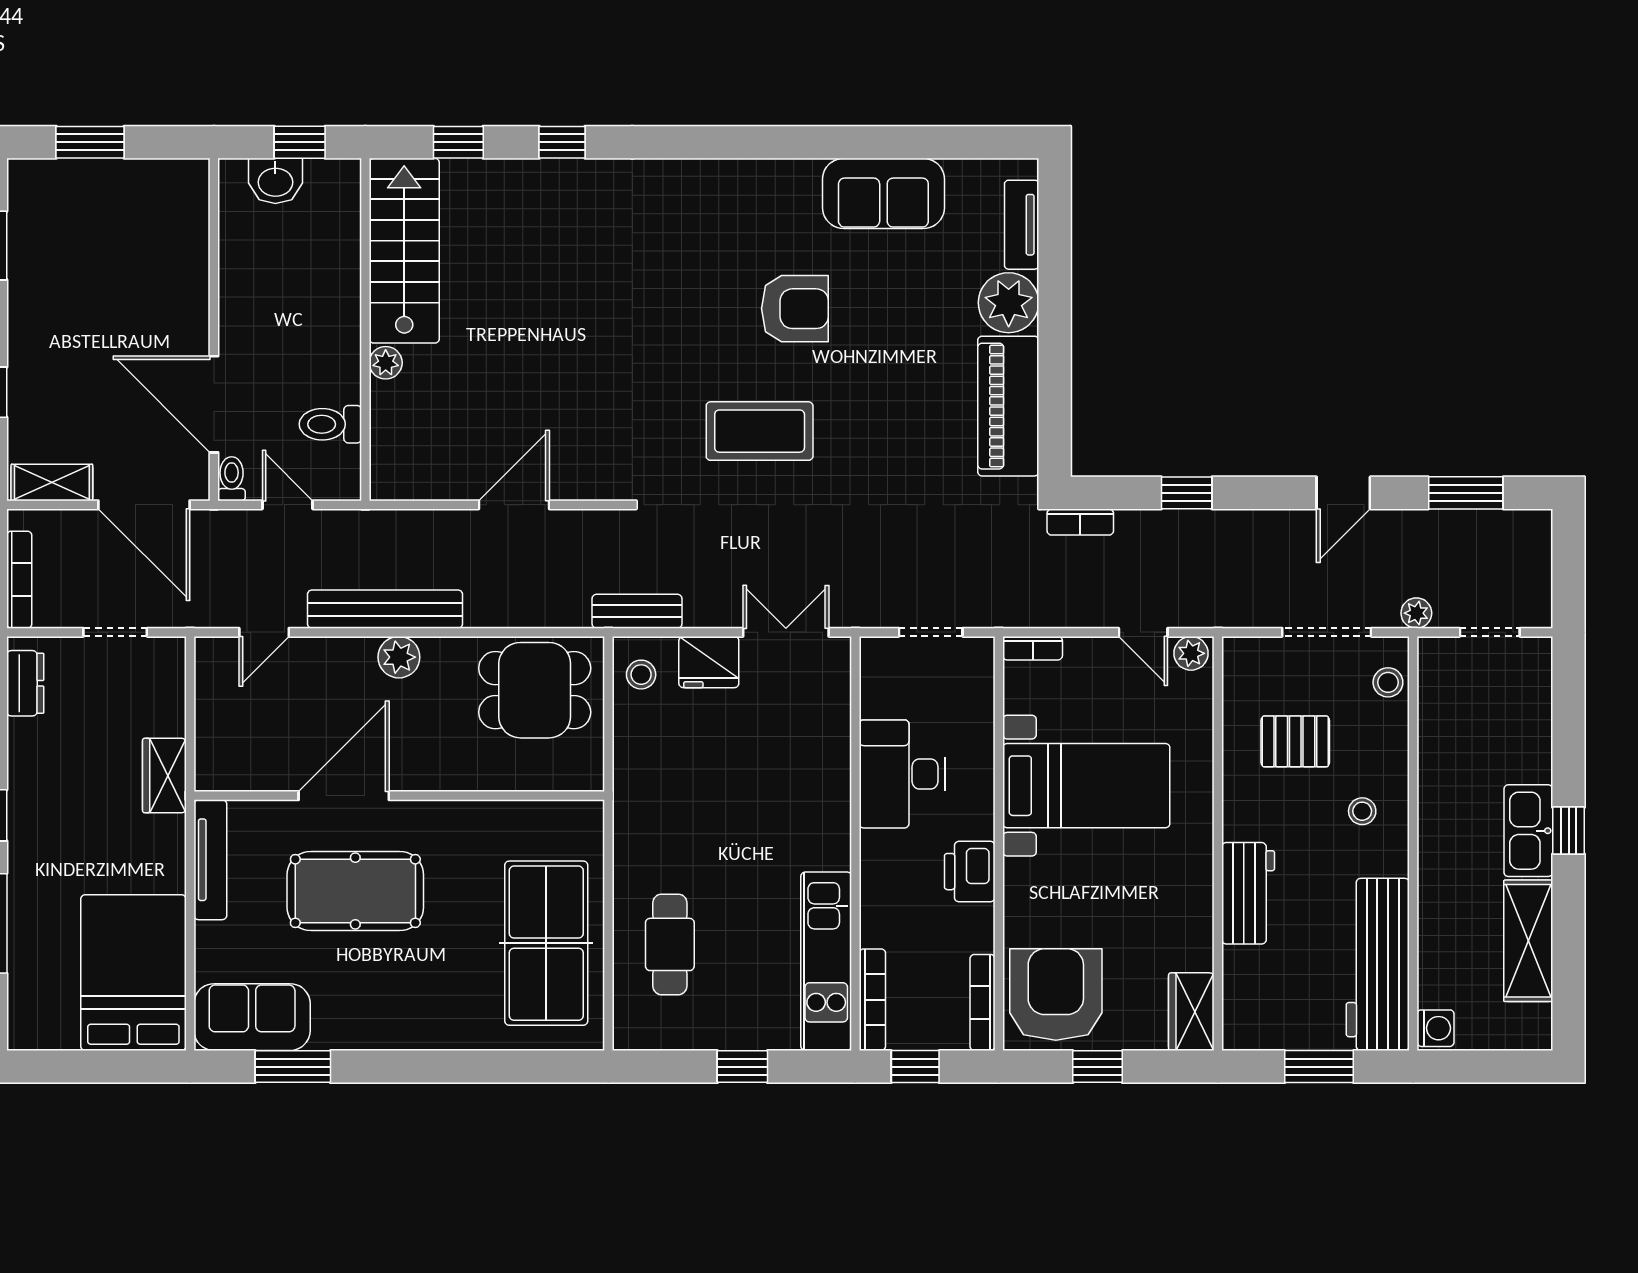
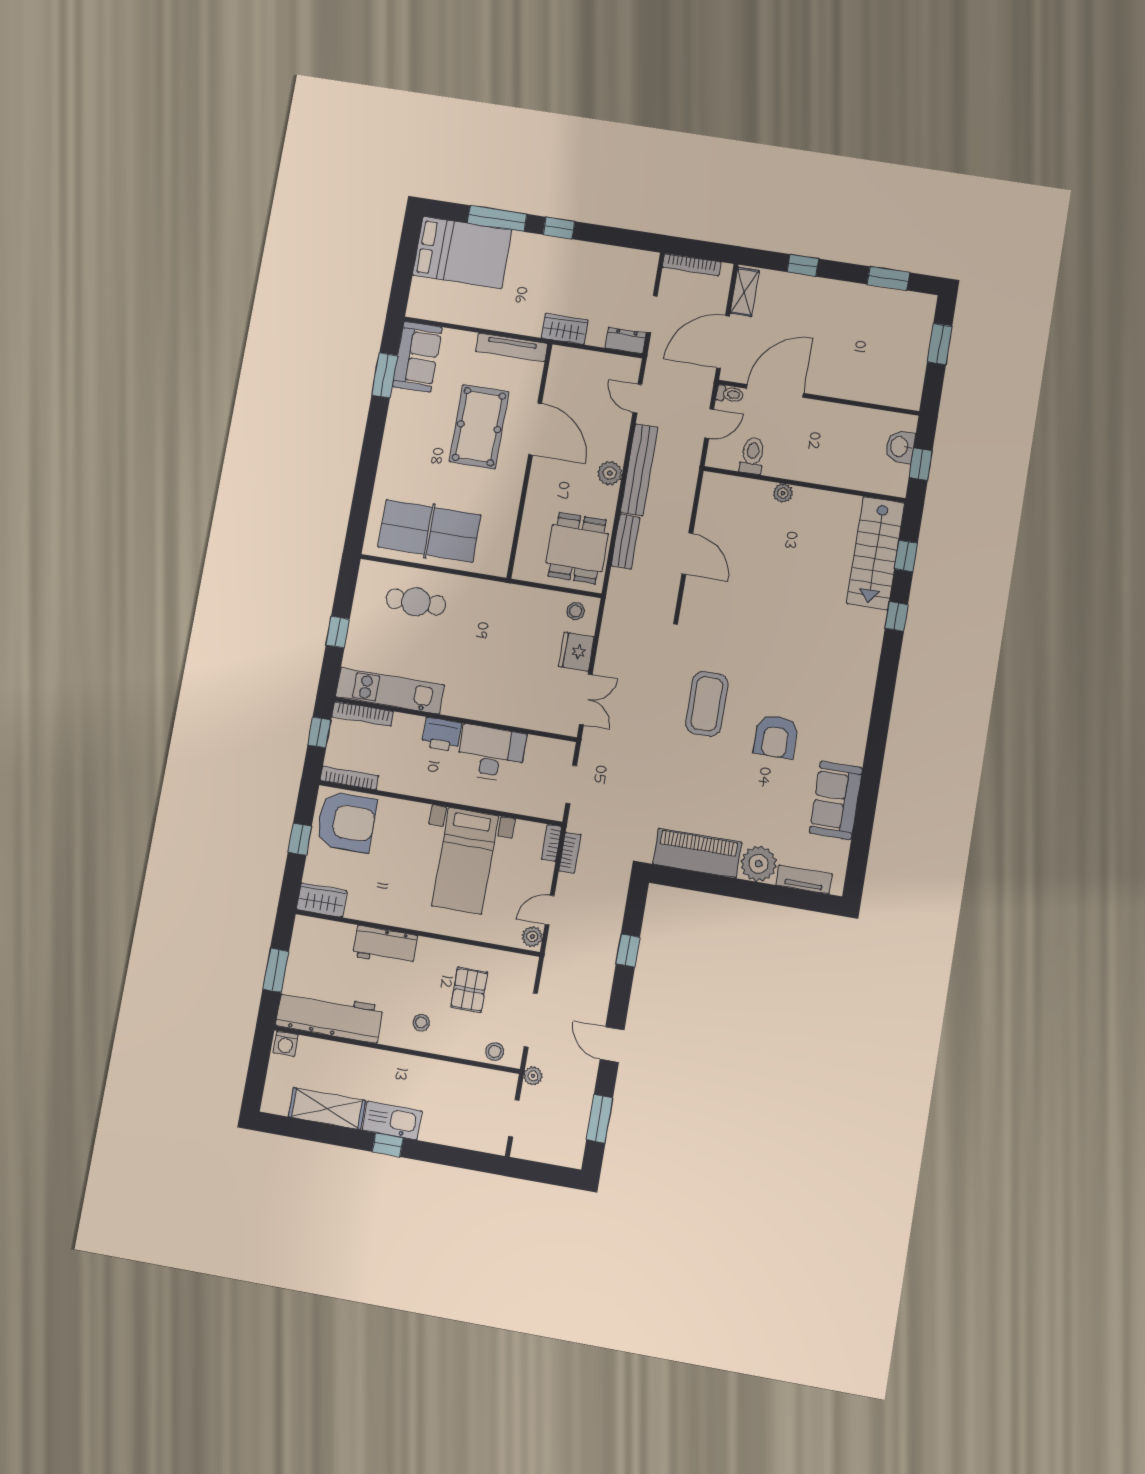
stairs: (404, 251) -> (876, 553), moved, turned 90
bookcase: (1080, 522) -> (570, 853), moved, turned 180
bench: (637, 611) -> (626, 542), moved
dresser: (25, 683) -> (626, 340), moved, turned 180
printer: (970, 872) -> (442, 735), moved, turned 180
bed: (133, 973) -> (462, 253), moved

